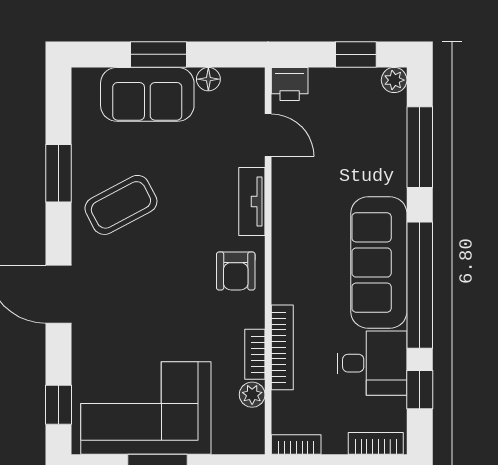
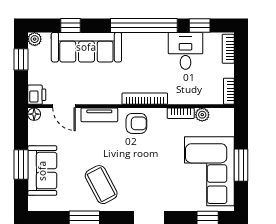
floor lamp: (208, 79) -> (34, 114), moved
door: (268, 135) -> (64, 106), swing flipped
window: (420, 147) -> (70, 25), width x0.46
sofa: (379, 263) -> (86, 47), moved
bookcase: (282, 347) -> (145, 99), moved

